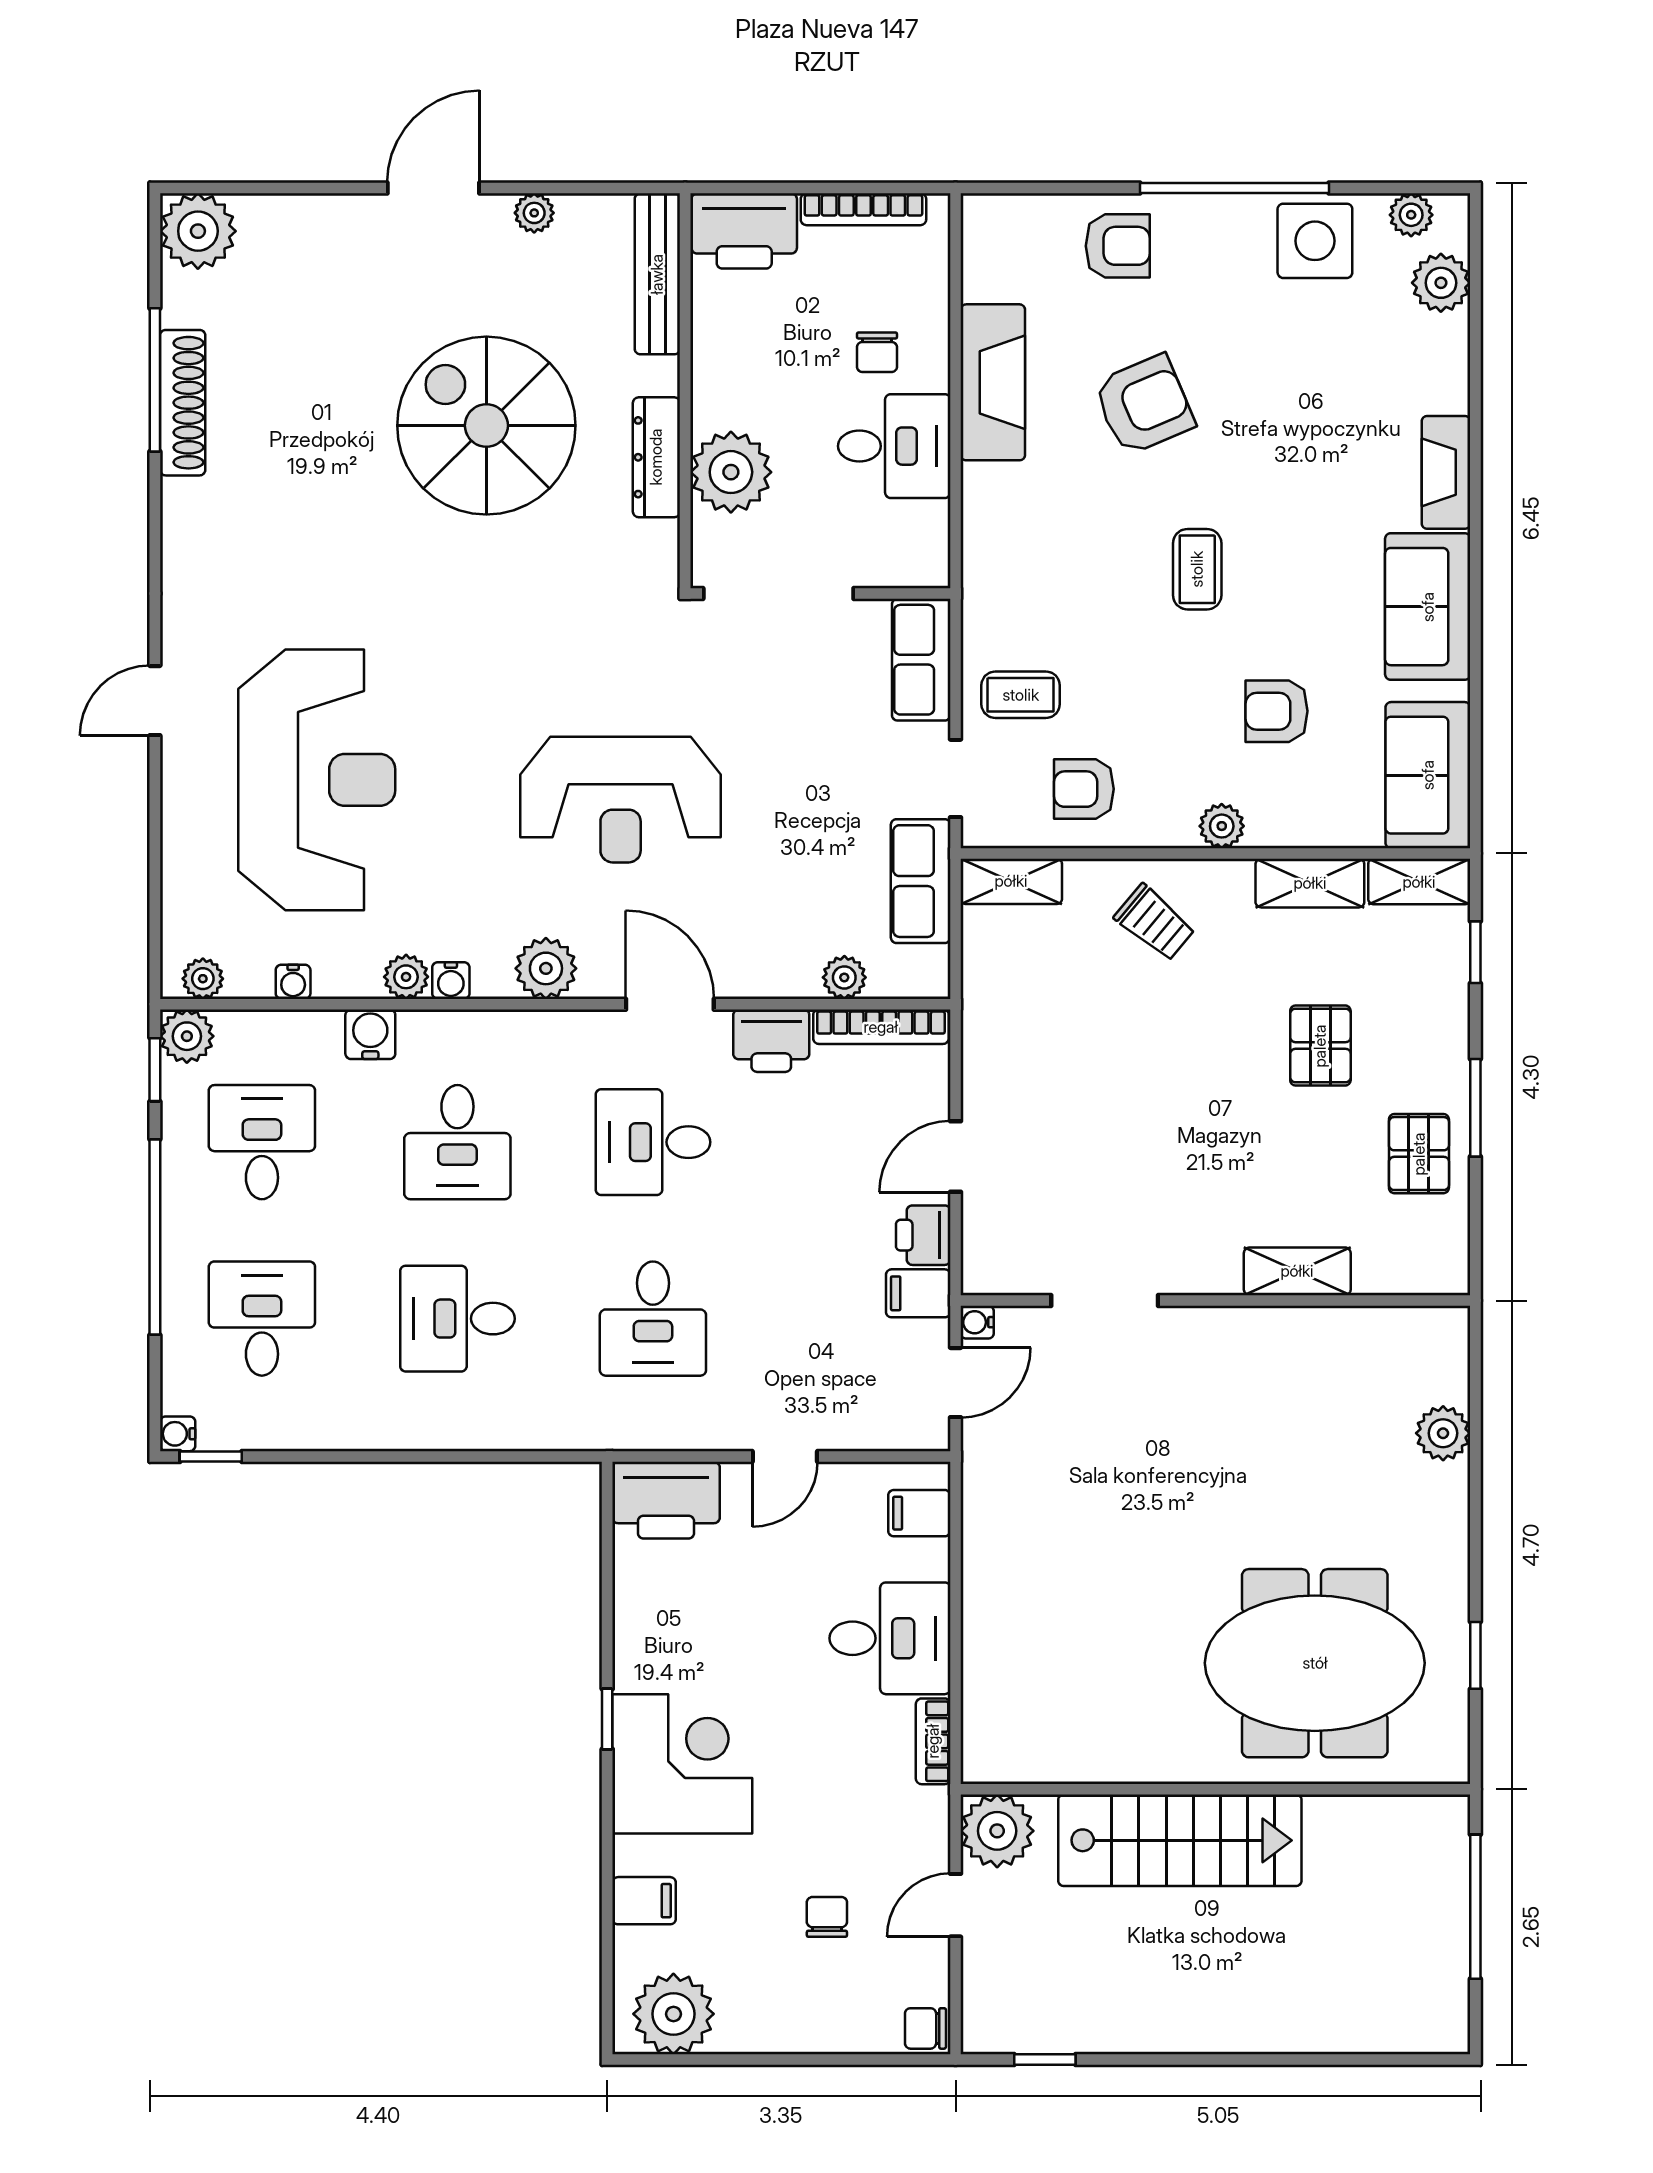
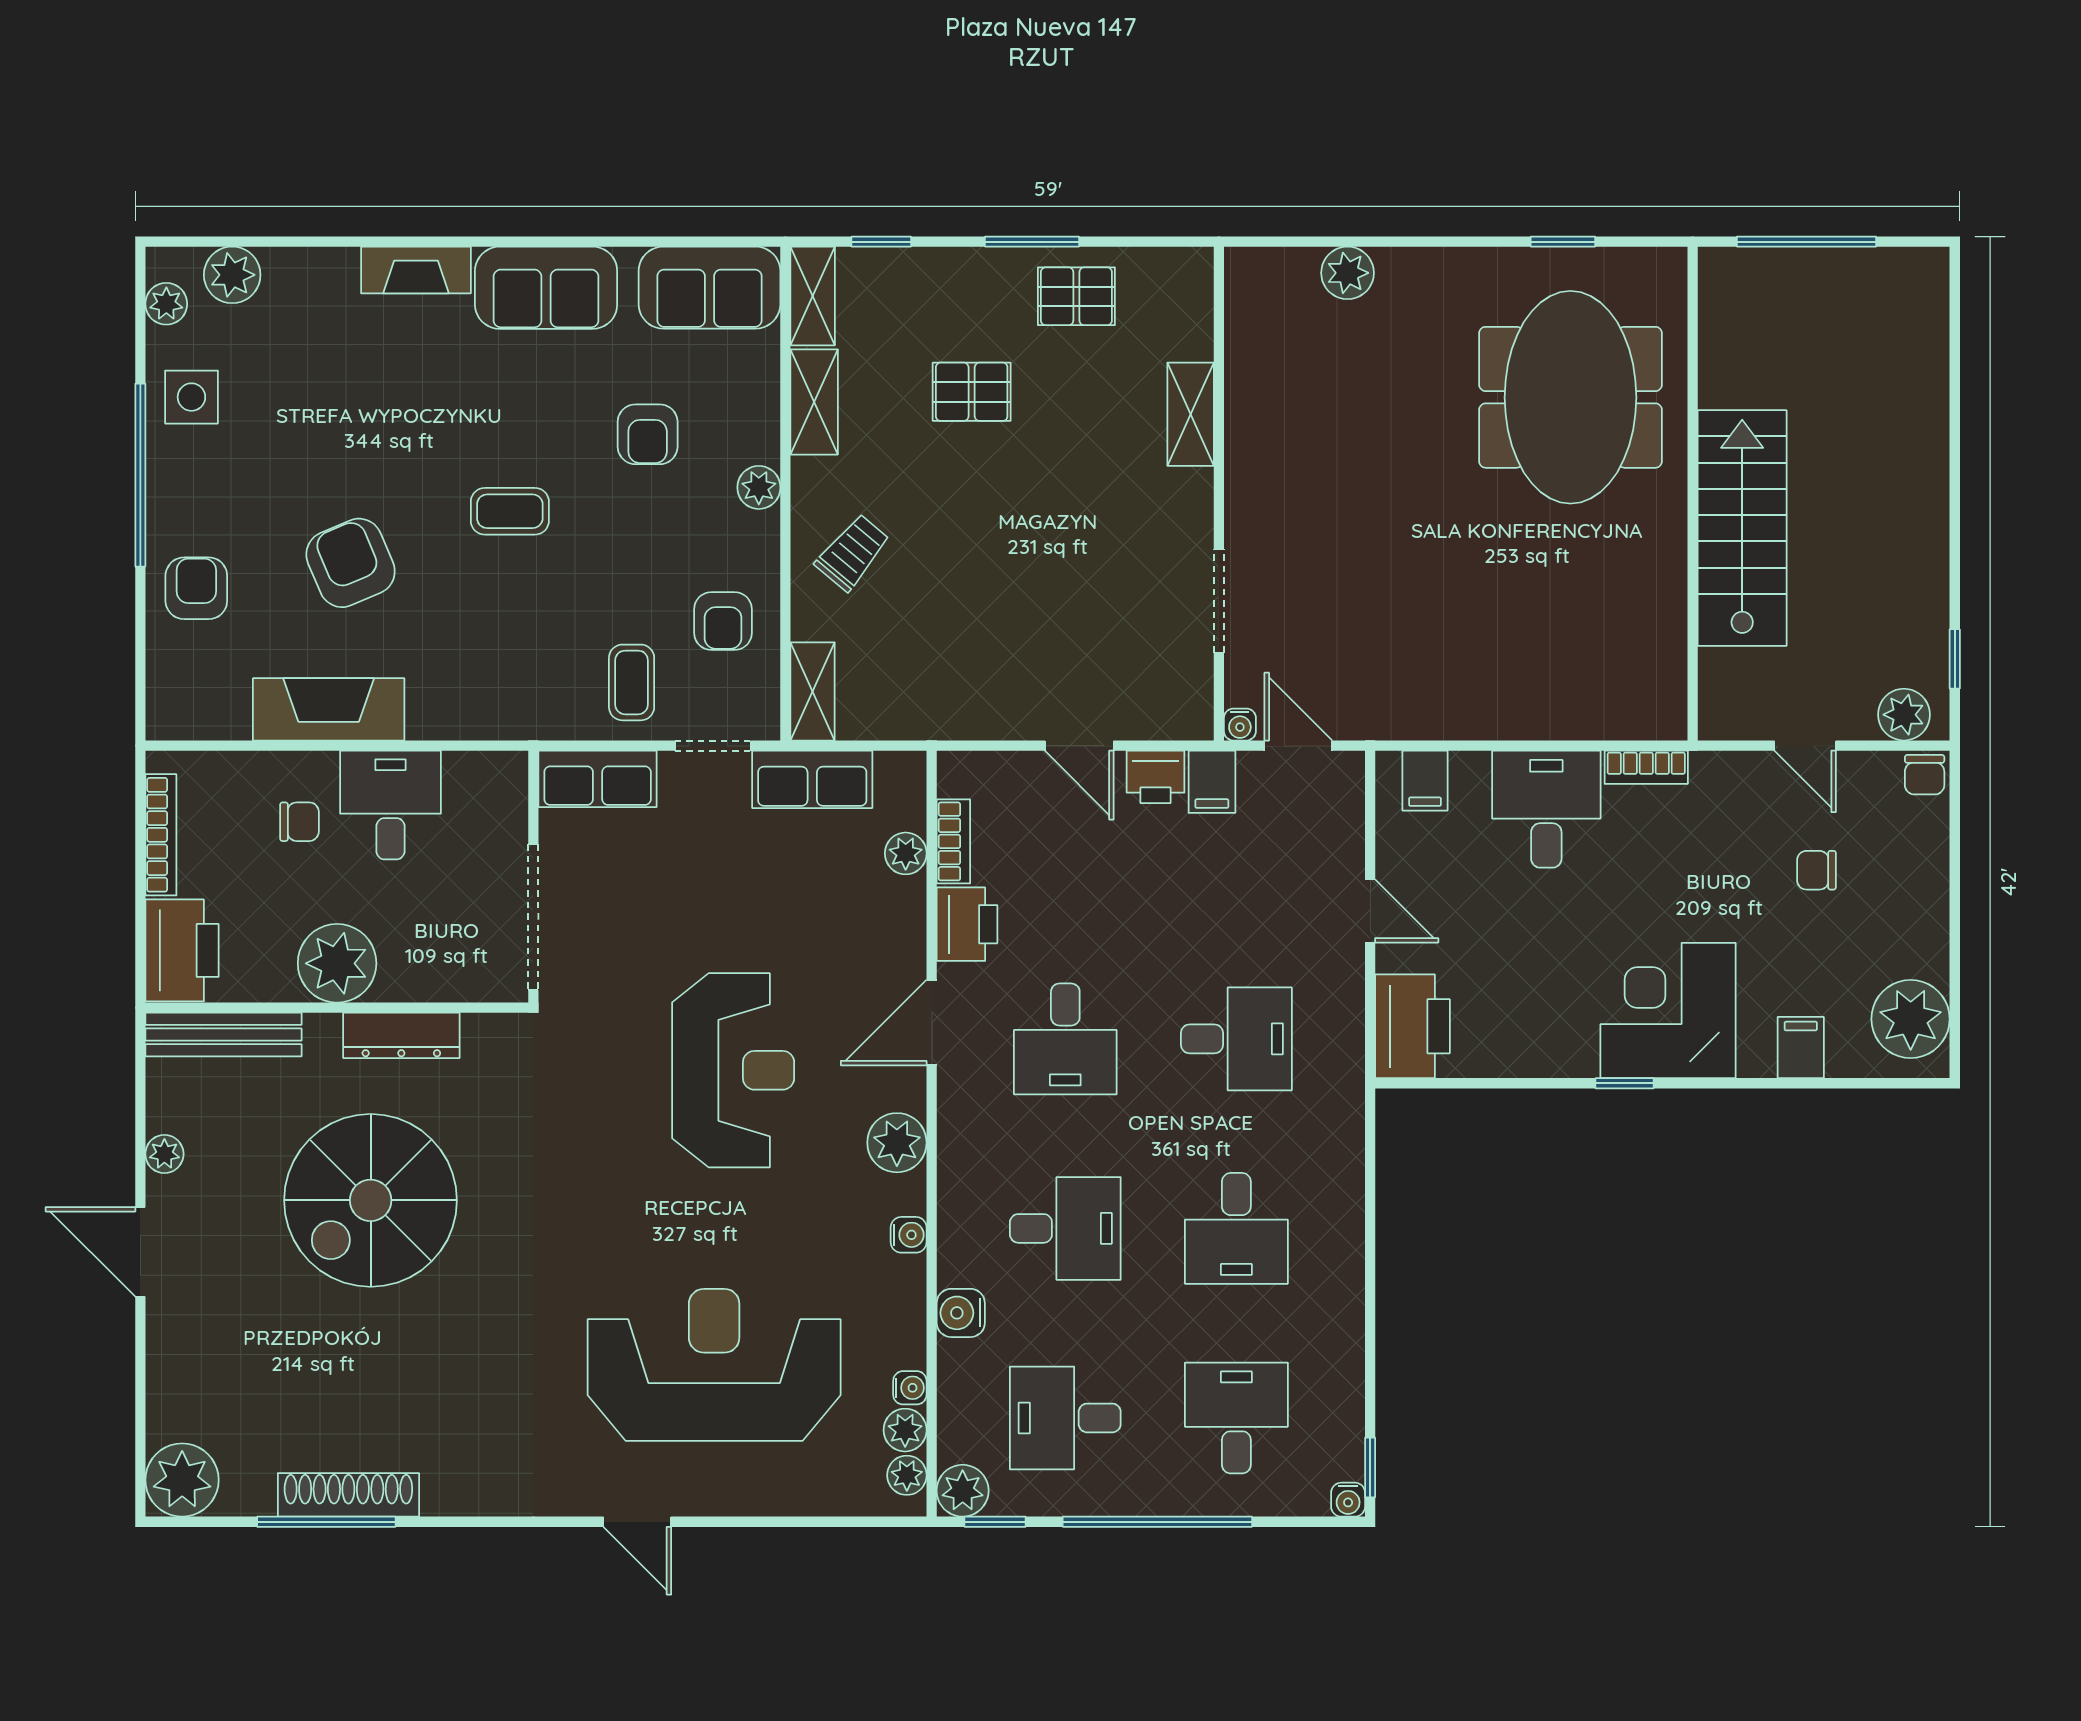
side table: (1315, 241) -> (191, 397), width x0.73, depth x0.73
plant: (731, 472) -> (337, 963), moved
plant: (406, 977) -> (905, 1430), moved
bookcase: (881, 1027) -> (953, 841), width x0.64
desk: (262, 1319) -> (1236, 1418), turned 90
plant: (997, 1831) -> (1904, 715), moved, width x0.73, depth x0.73

